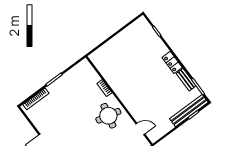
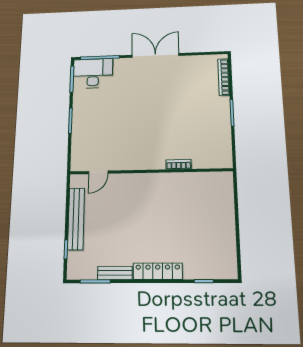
locker: (172, 62) -> (158, 271), width x1.53
bench: (189, 110) -> (76, 219), moved
round table: (108, 116) -> (142, 146), removed

